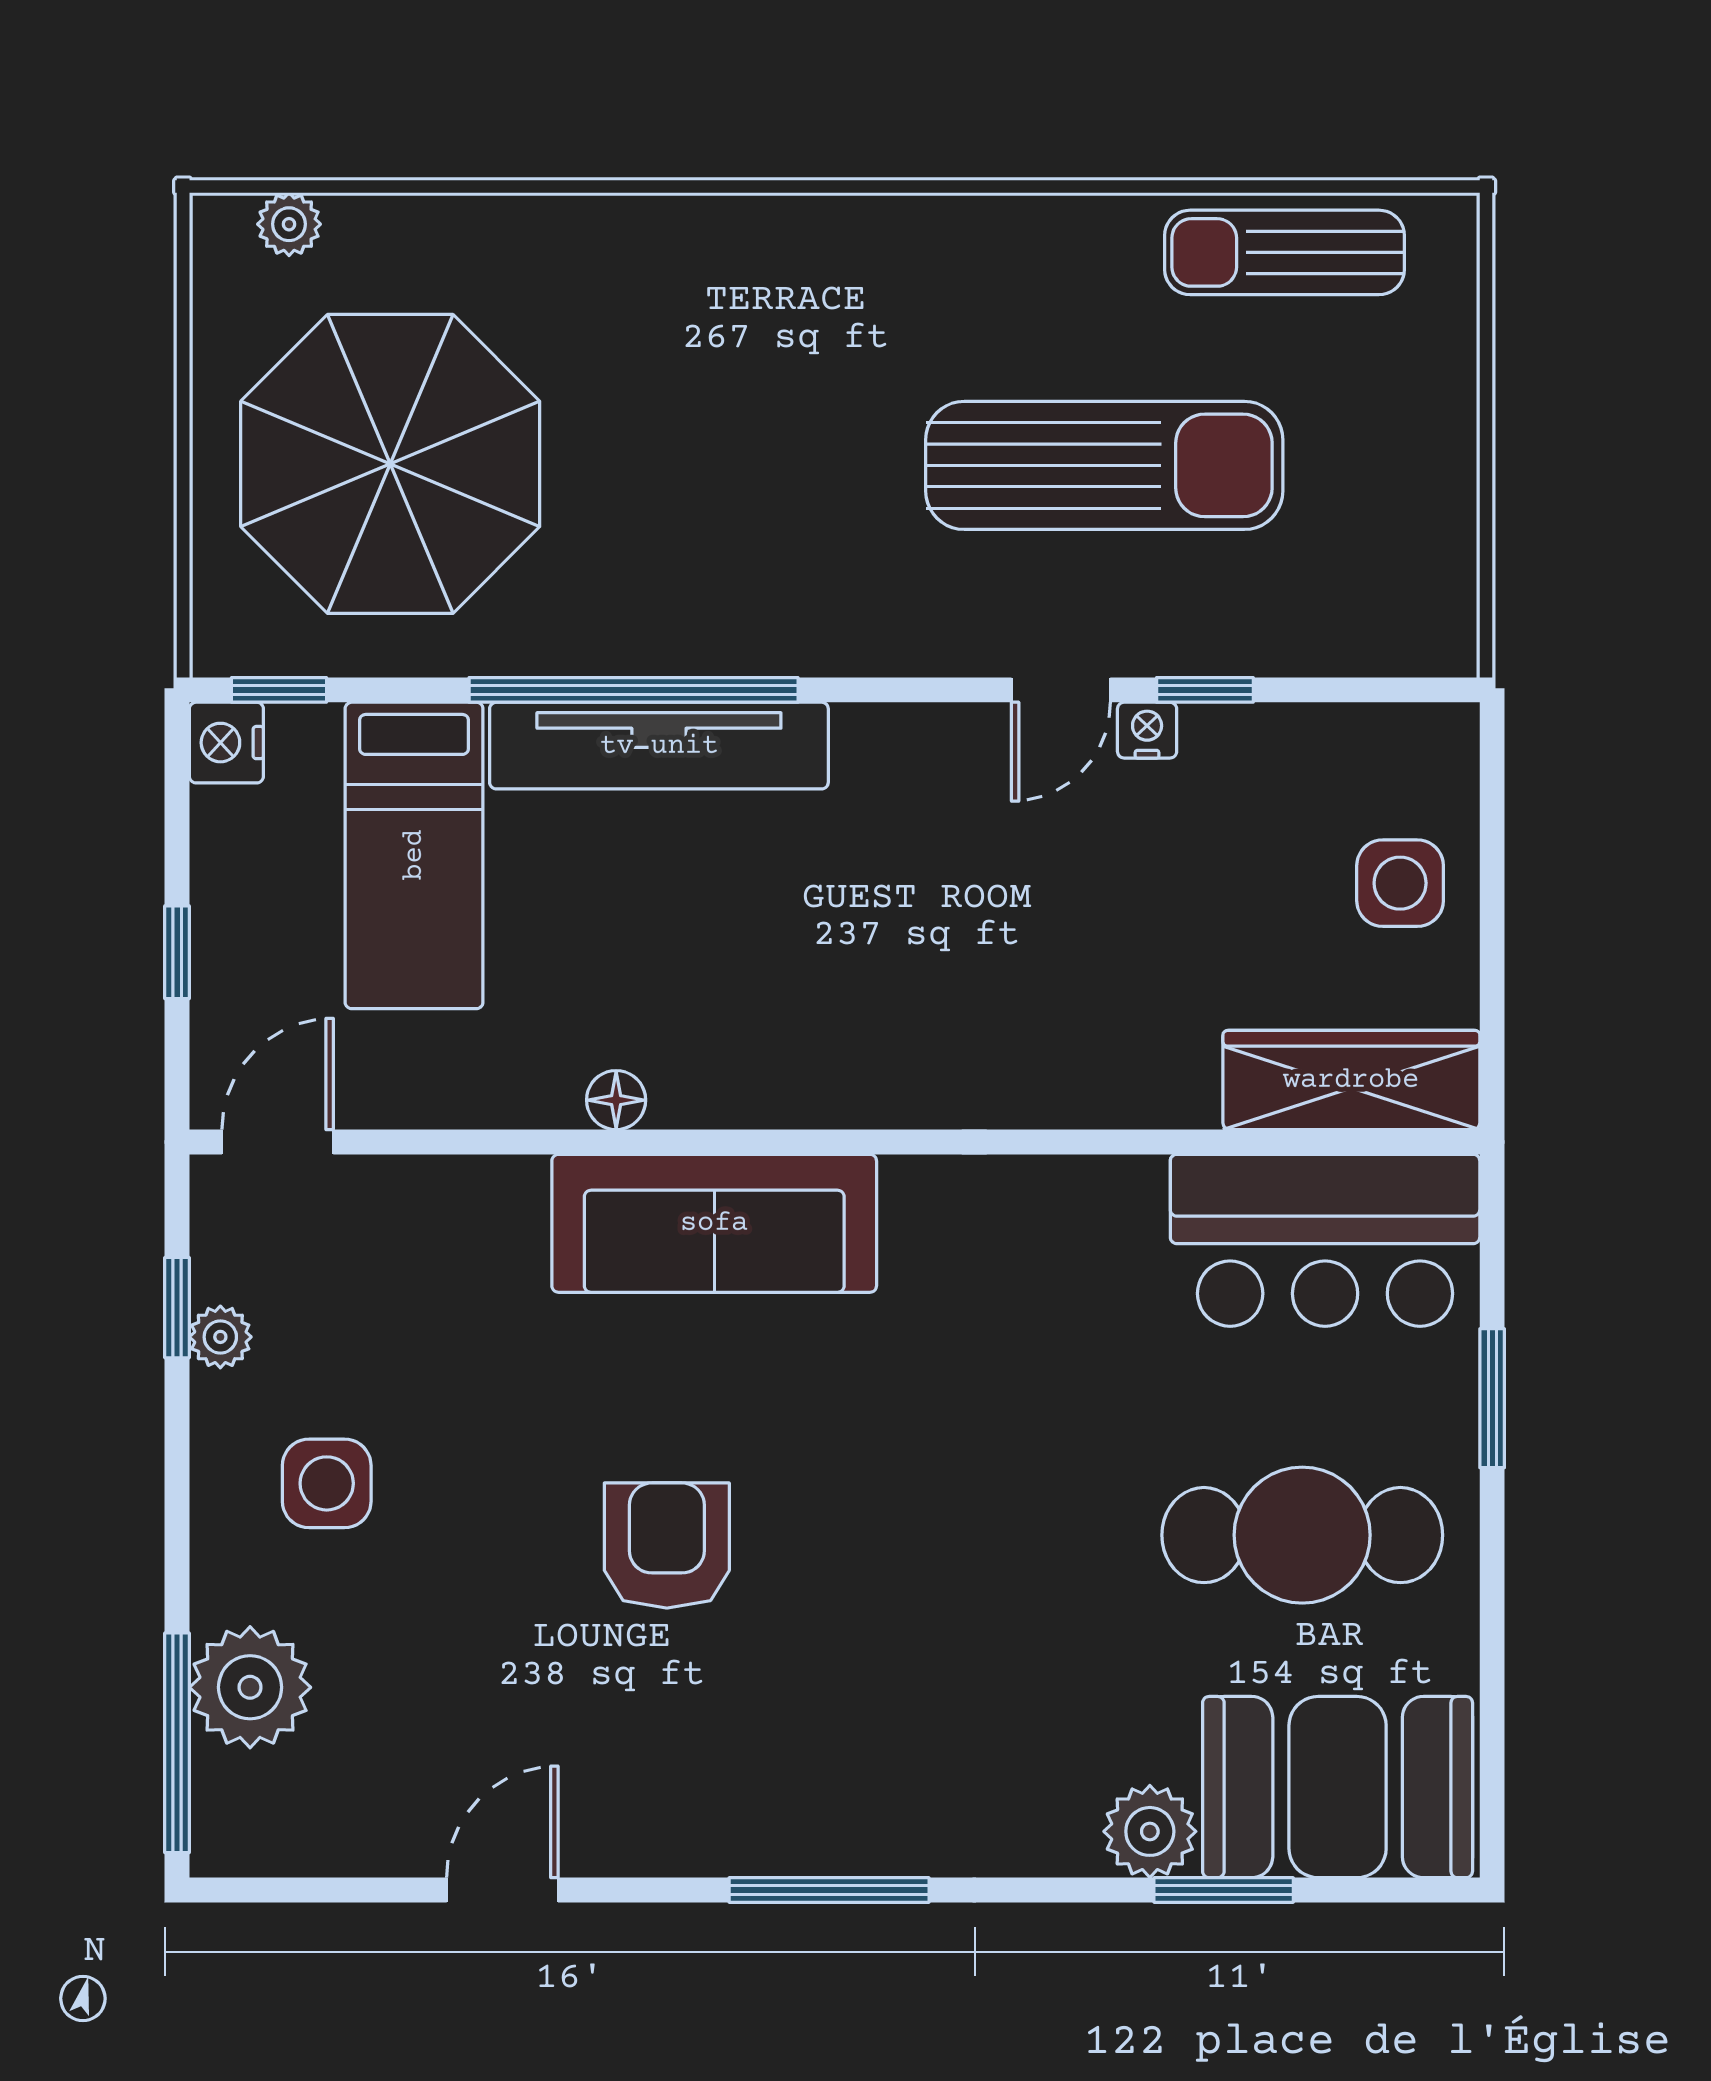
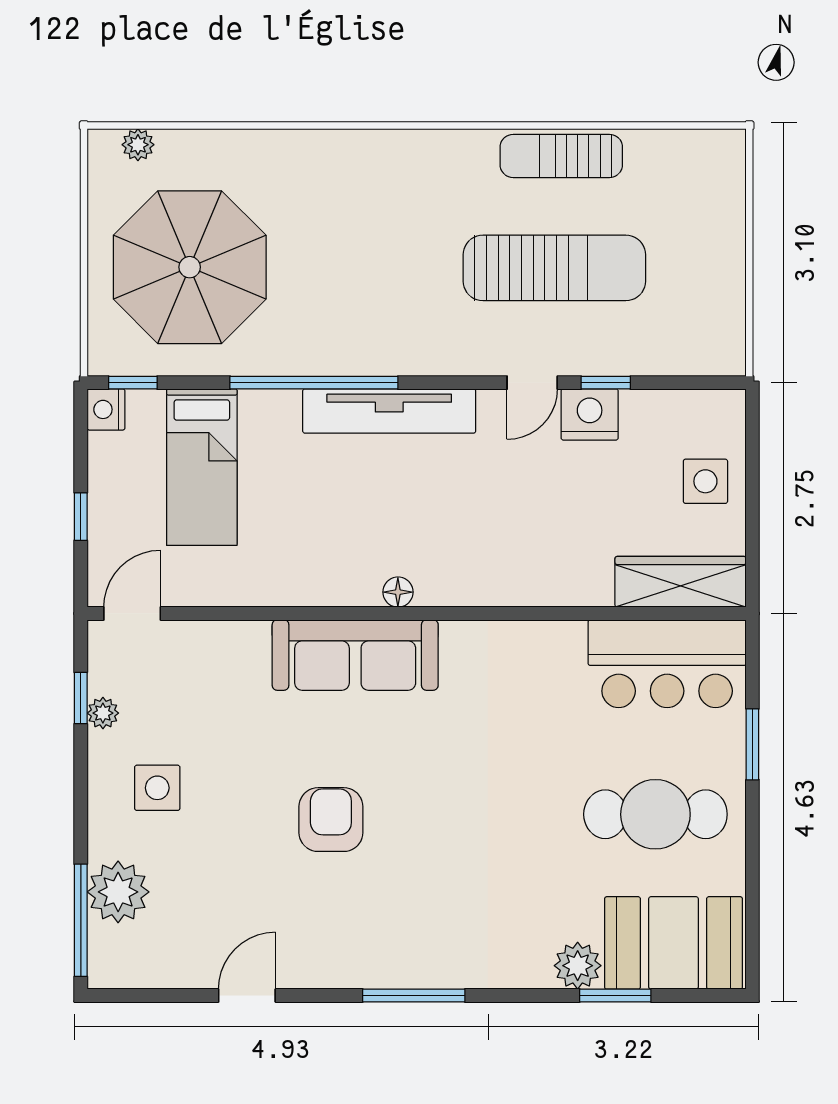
sun lounger: (1285, 252) -> (561, 156), moved
nightstand: (1147, 730) -> (590, 414), width x1.89, depth x1.79
tv unit: (659, 746) -> (389, 411), moved
floor lamp: (616, 1100) -> (398, 592), moved

